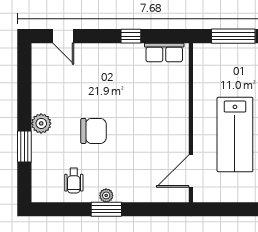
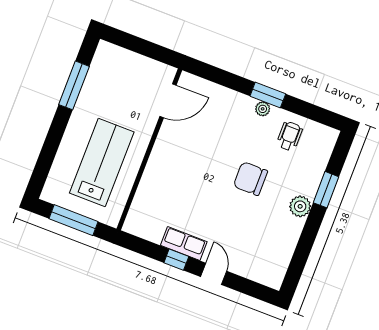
door: (63, 36) -> (214, 274), moved
row of seats: (164, 52) -> (184, 244), moved
lab bench: (235, 135) -> (102, 162), moved

